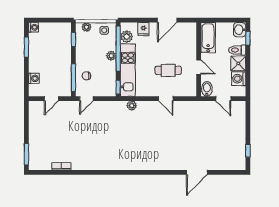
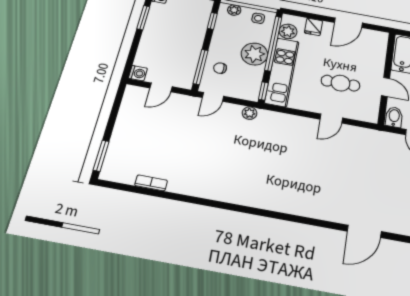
plant: (111, 56) -> (254, 54), width x1.88, depth x1.88
washing machine: (34, 78) -> (138, 73), moved
door: (166, 99) -> (331, 119), hinge flipped
plant: (132, 106) -> (249, 113), moved

